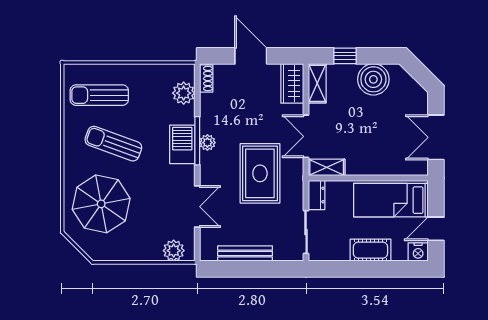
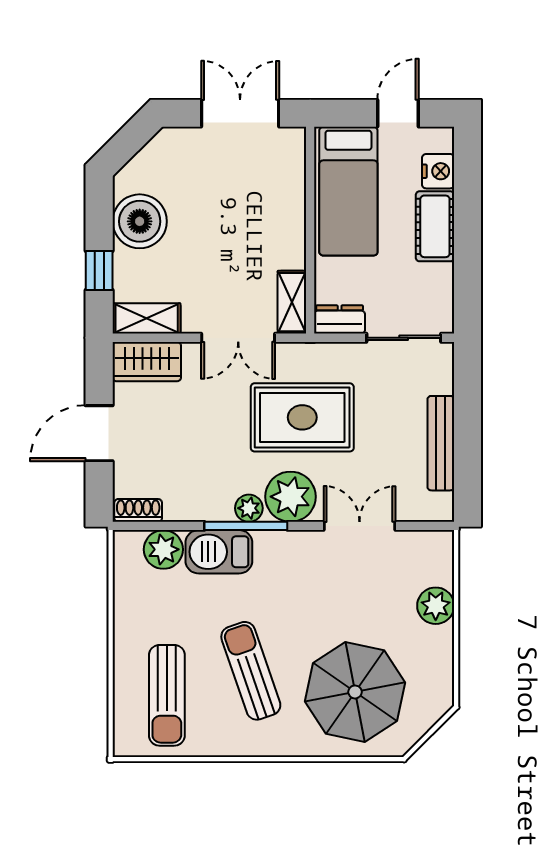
double door: (436, 137) -> (240, 113), swing flipped
sun lounger: (113, 144) -> (251, 671), turned 141
barbecue: (182, 144) -> (219, 552), moved
plant: (214, 167) -> (291, 497), added
door: (436, 229) -> (398, 113), swing flipped
plant: (174, 251) -> (436, 606), moved
nightstand: (418, 252) -> (438, 171), moved

